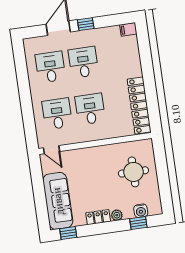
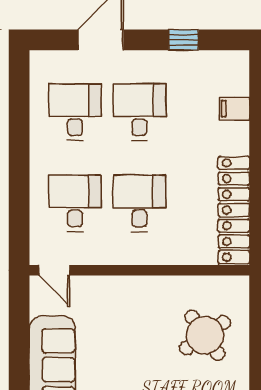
window: (86, 24) -> (184, 40), moved
filing cabinet: (128, 29) -> (234, 109), moved
round table: (133, 172) -> (205, 335), turned -35

